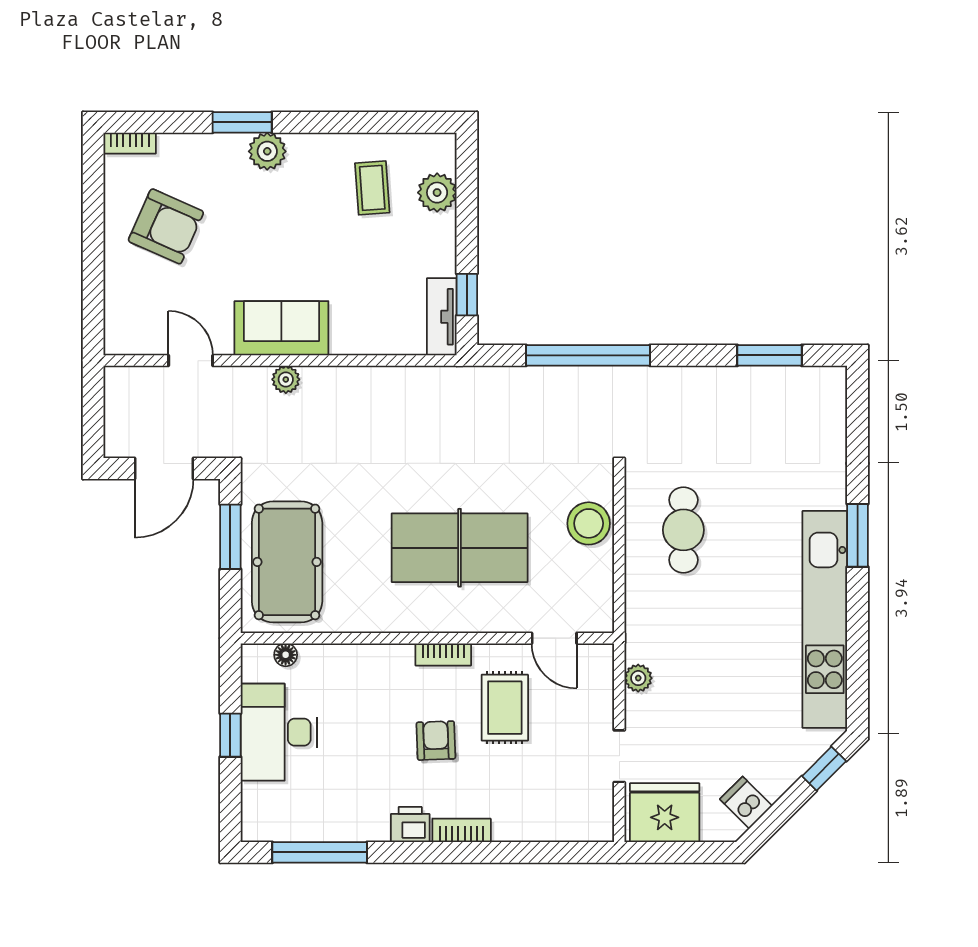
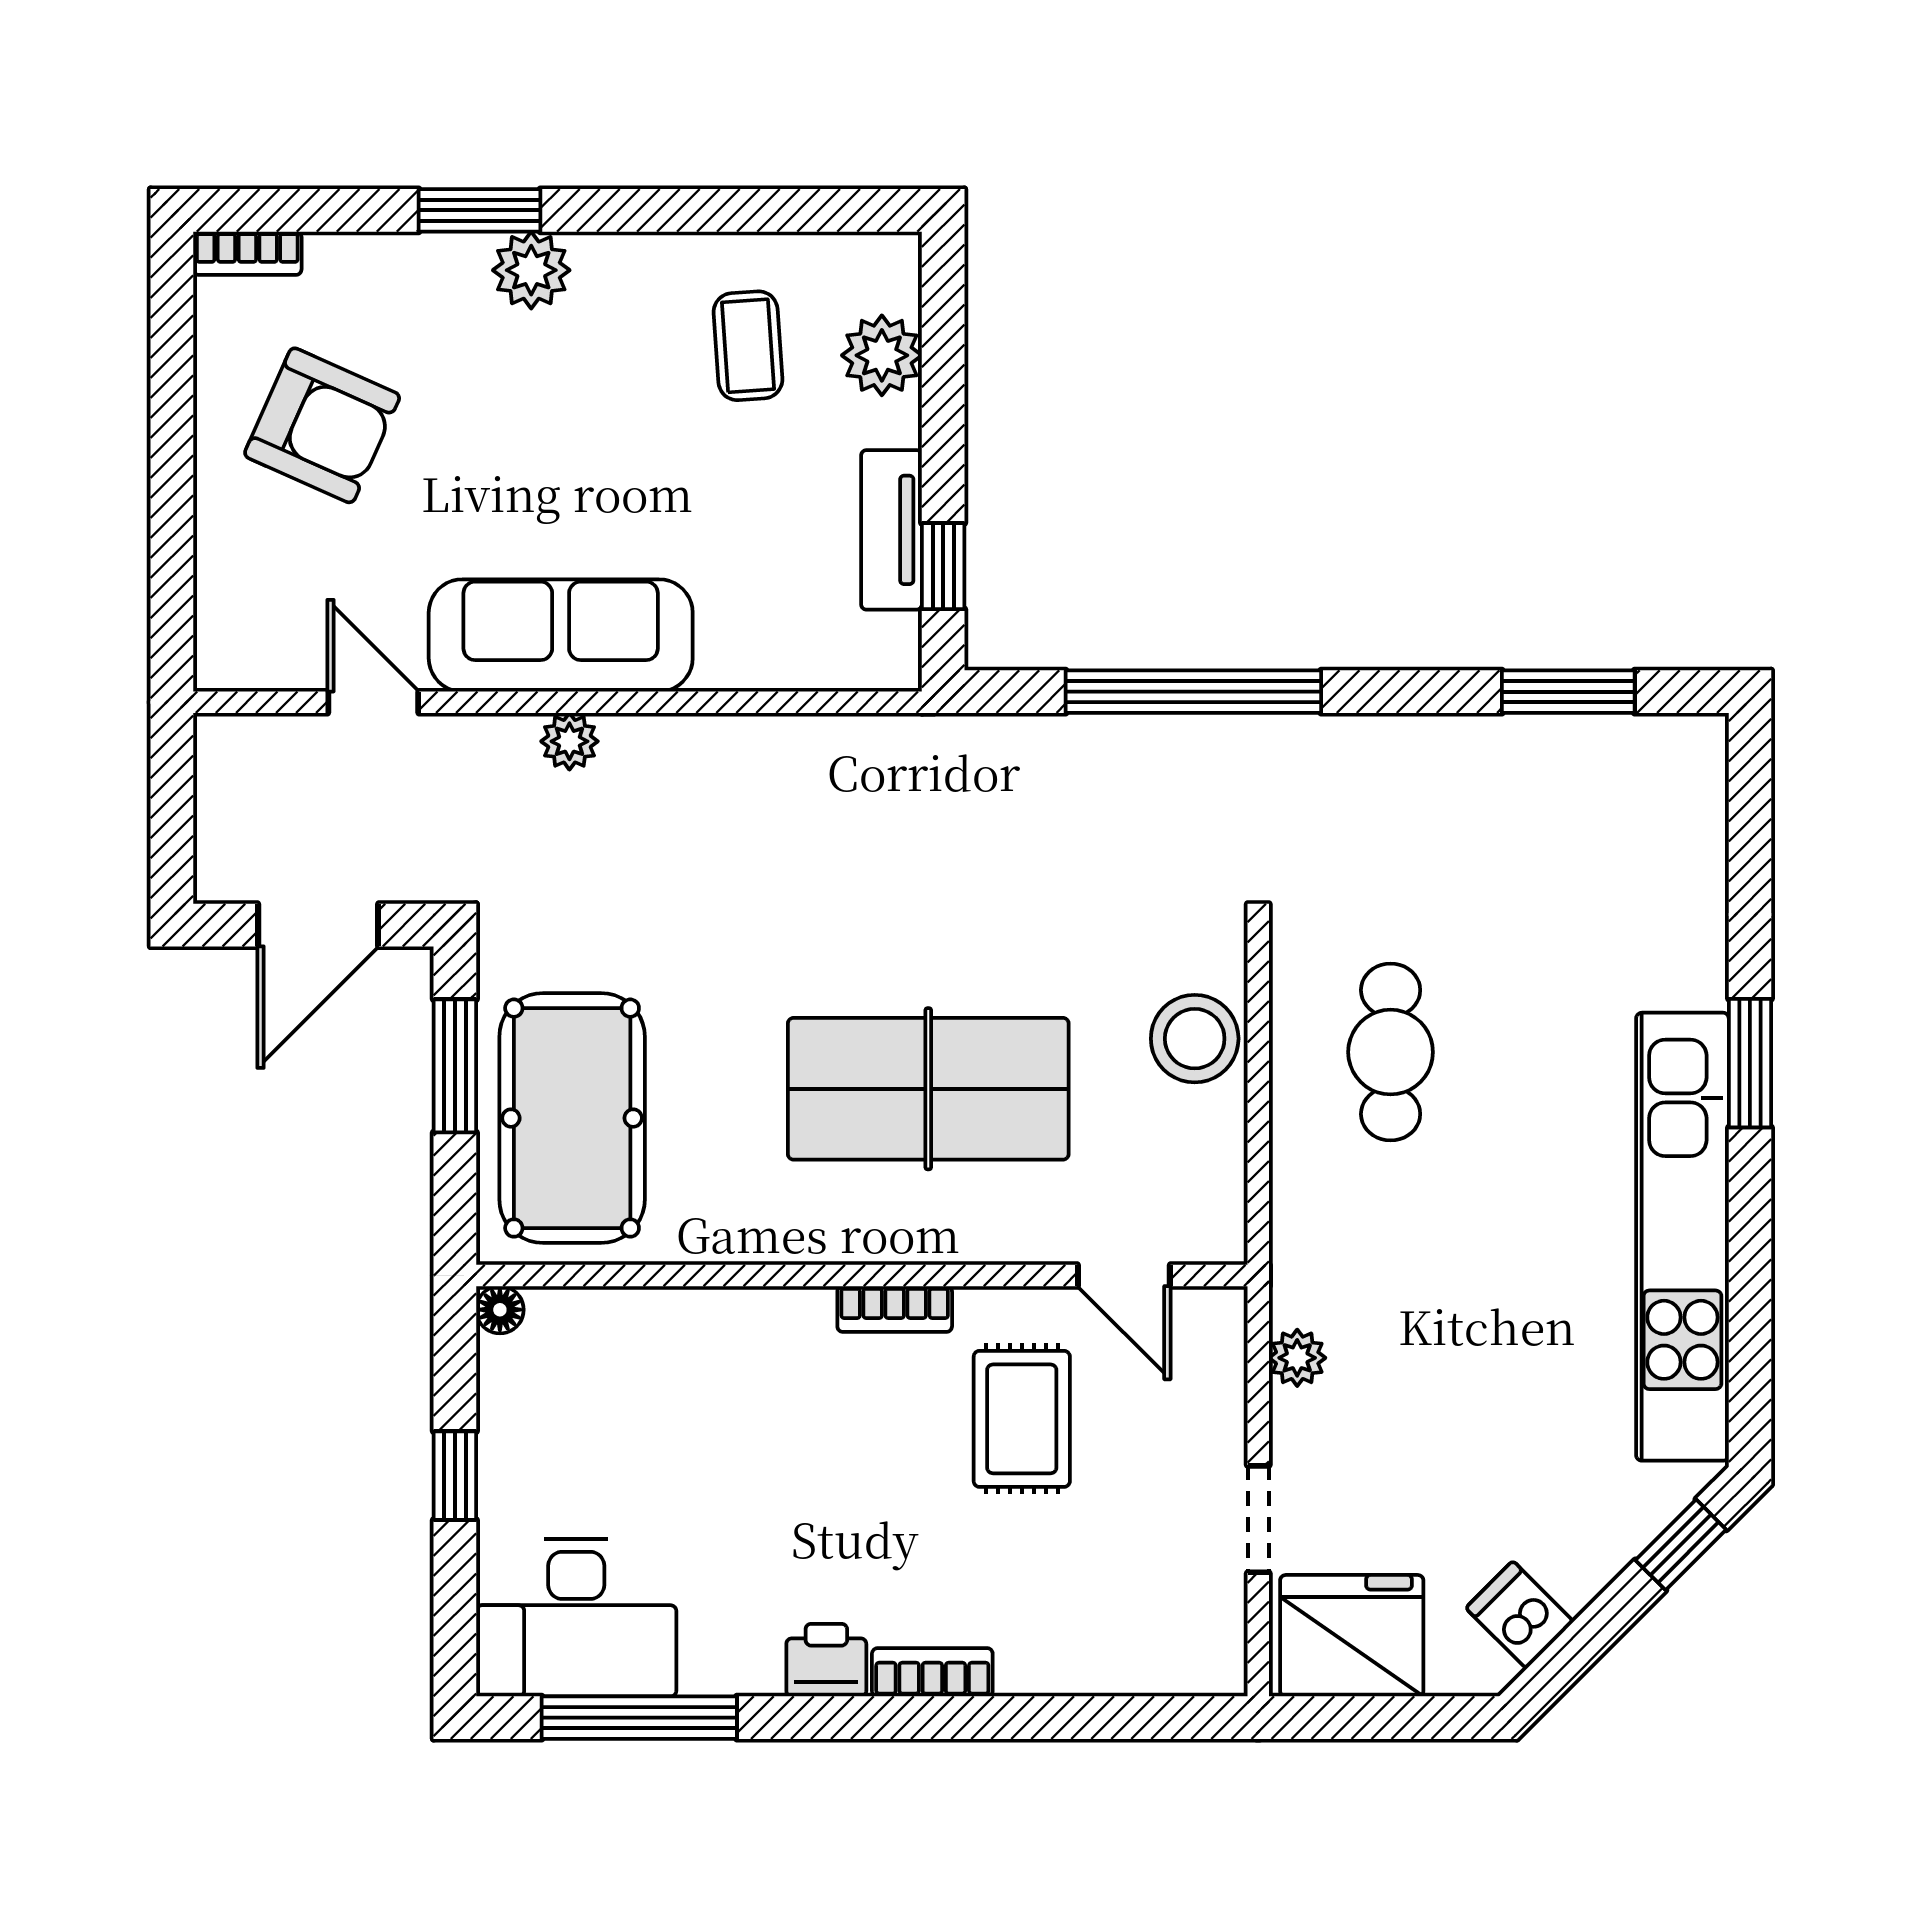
tv unit: (442, 317) -> (892, 530), moved
sofa: (281, 328) -> (561, 635), width x1.36
floor lamp: (286, 655) -> (500, 1310), moved
desk: (279, 732) -> (576, 1618), moved, turned -90
armchair: (436, 741) -> (879, 1487), removed

